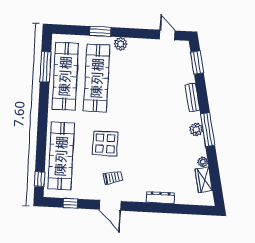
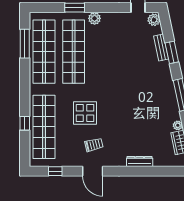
window: (197, 62) -> (172, 52), moved
bench: (192, 98) -> (161, 48), moved
plant: (196, 130) -> (154, 20), moved
window: (40, 179) -> (25, 123), moved

